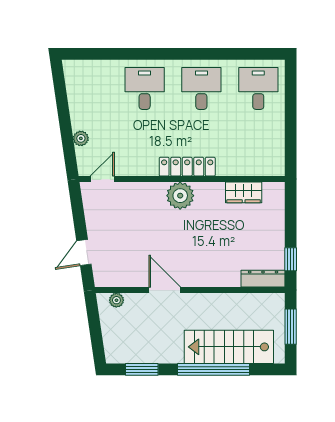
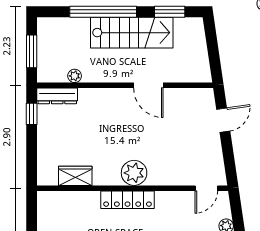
plant: (116, 300) -> (75, 76), moved
stairs: (229, 347) -> (132, 33), moved

